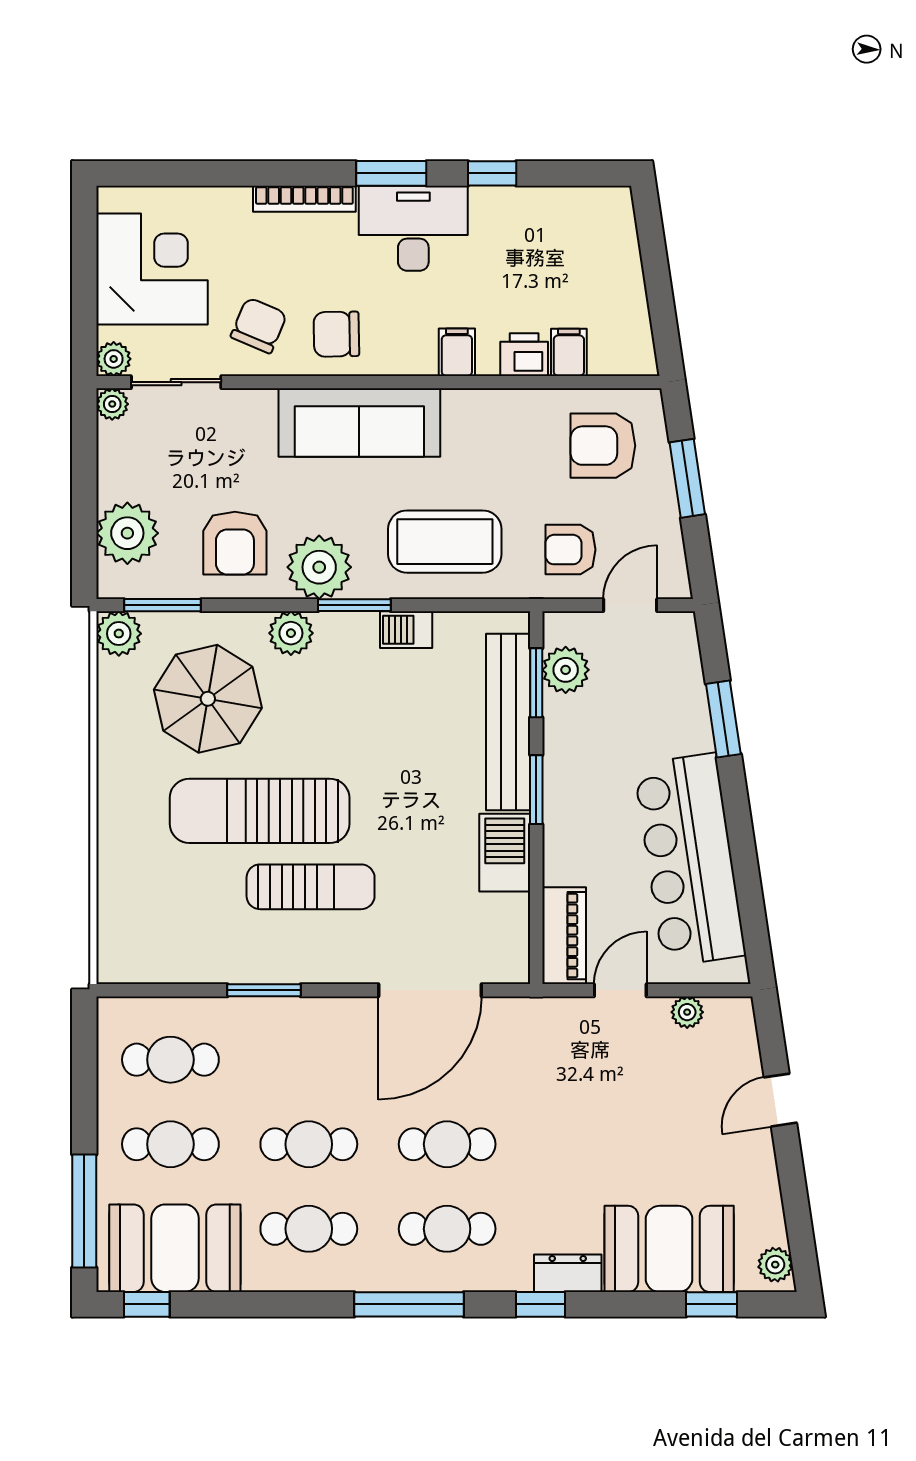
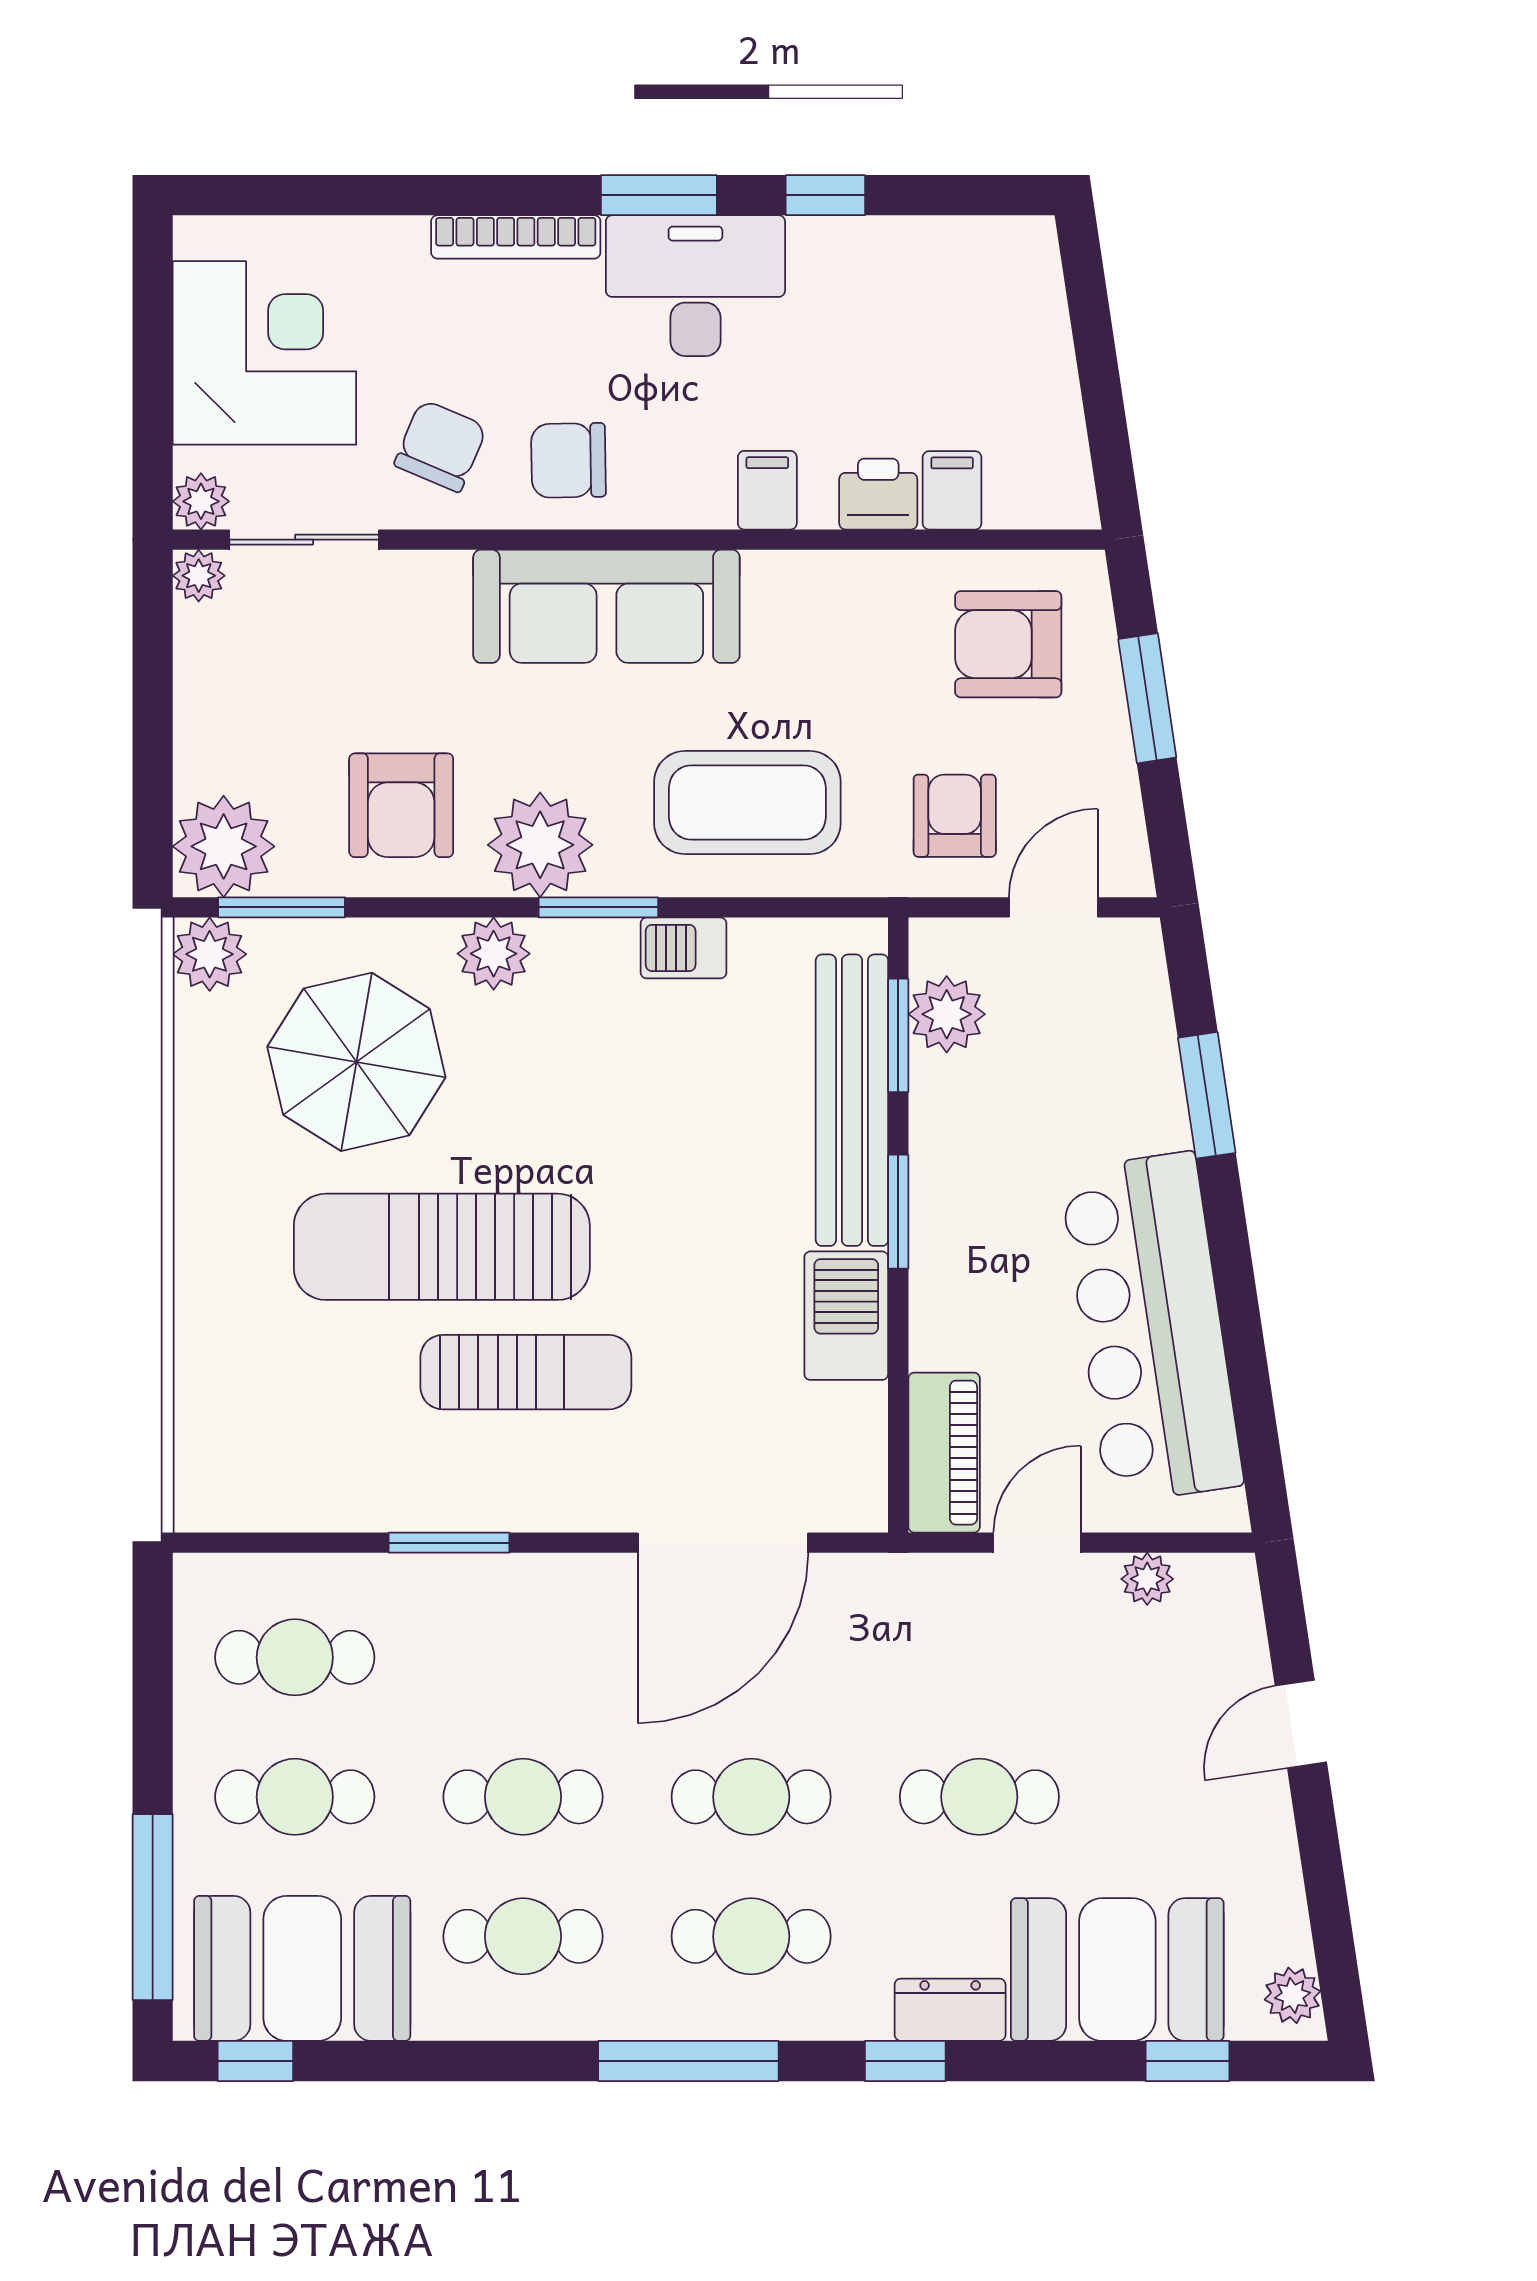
plant: (127, 533) -> (224, 846), moved
armchair: (570, 550) -> (955, 816), turned 90
cafe table: (585, 1144) -> (979, 1797), added

